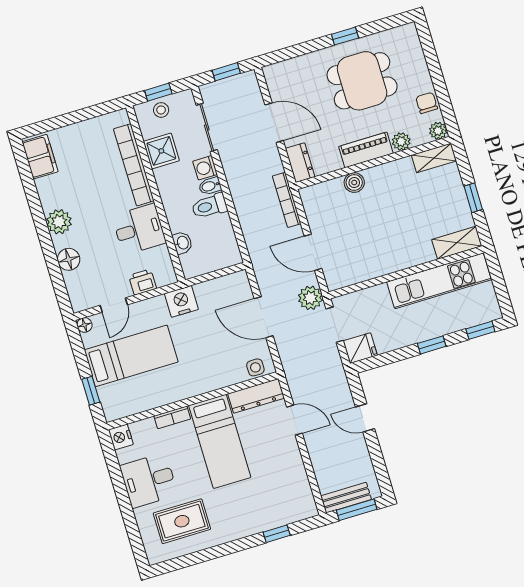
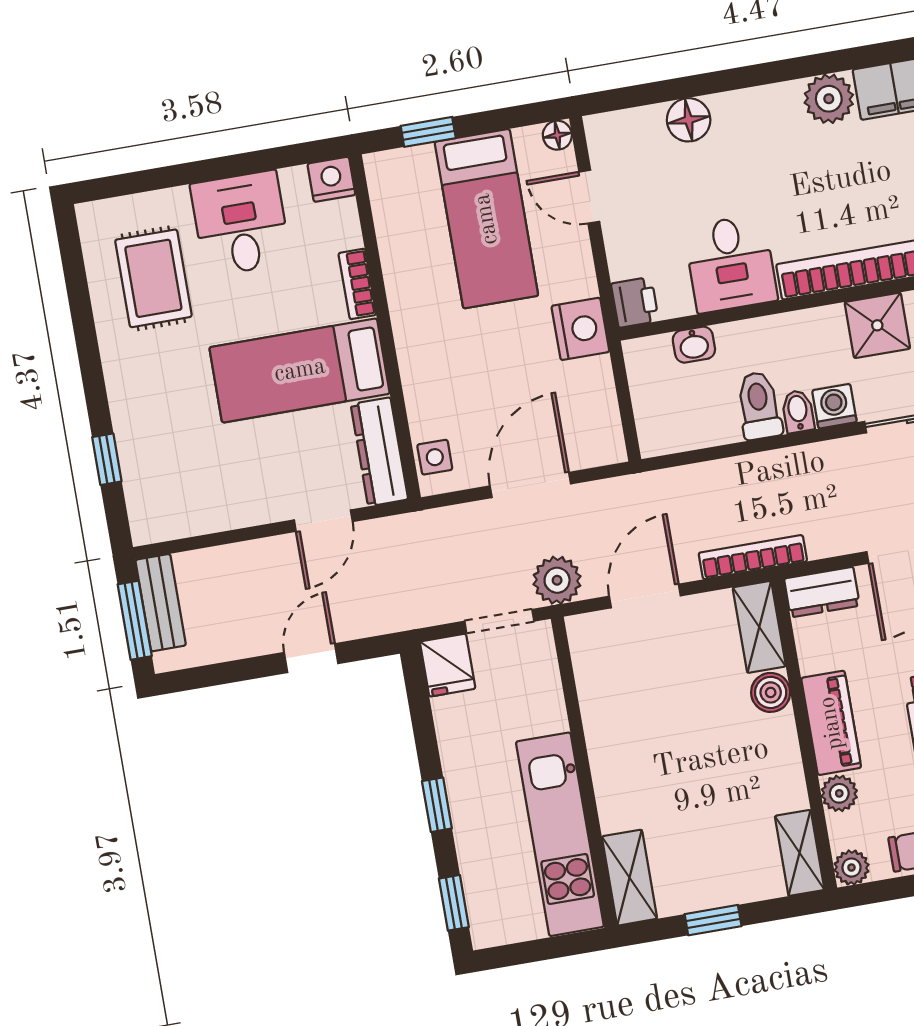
shelving: (322, 192) -> (759, 627), added
plant: (59, 222) -> (829, 99), moved
printer: (143, 282) -> (635, 302), moved

